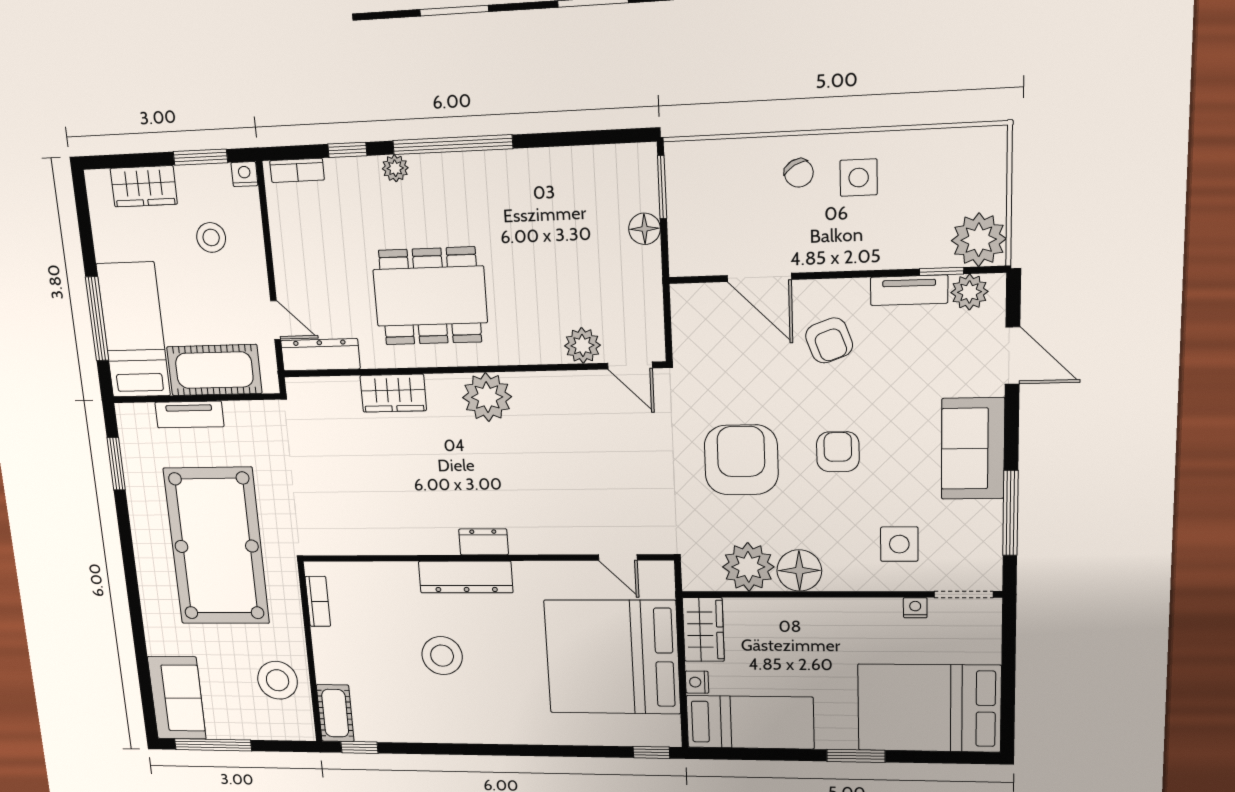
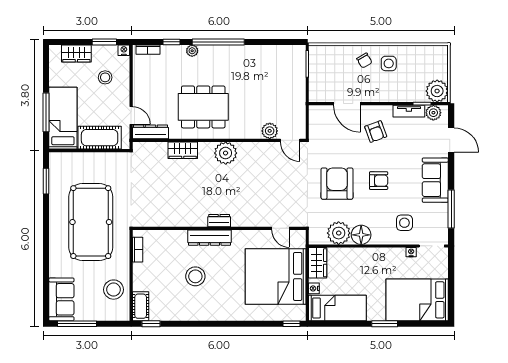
floor lamp: (645, 229) -> (299, 81), removed
tv unit: (189, 414) -> (85, 158), removed
armchair: (838, 452) -> (379, 181), turned 90

